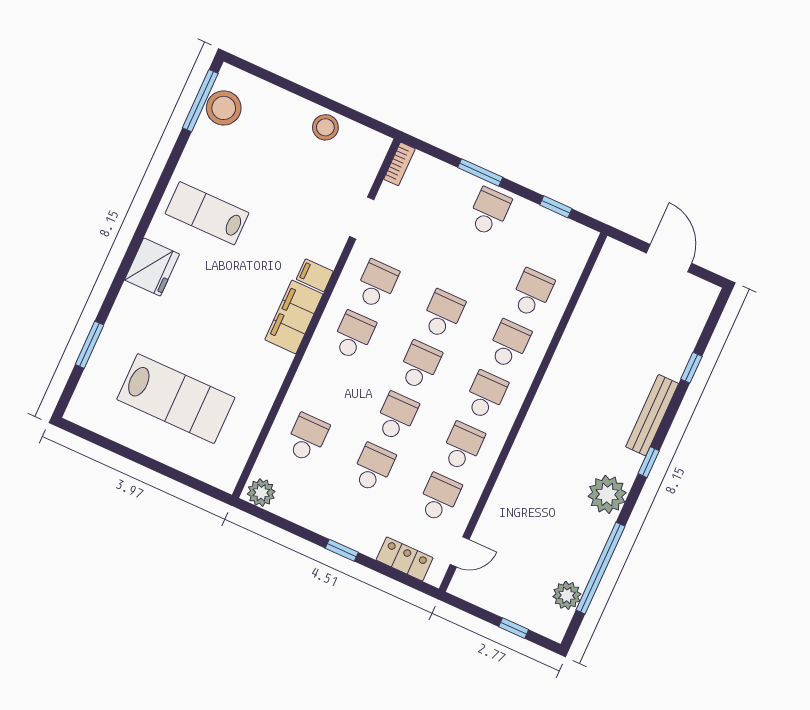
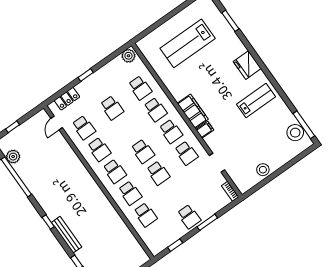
school desk: (396, 416) -> (155, 110), moved
plant: (607, 494) -> (45, 197), removed

